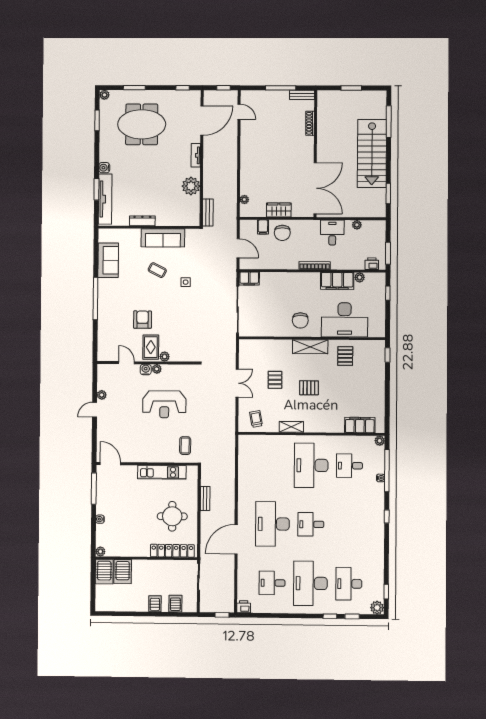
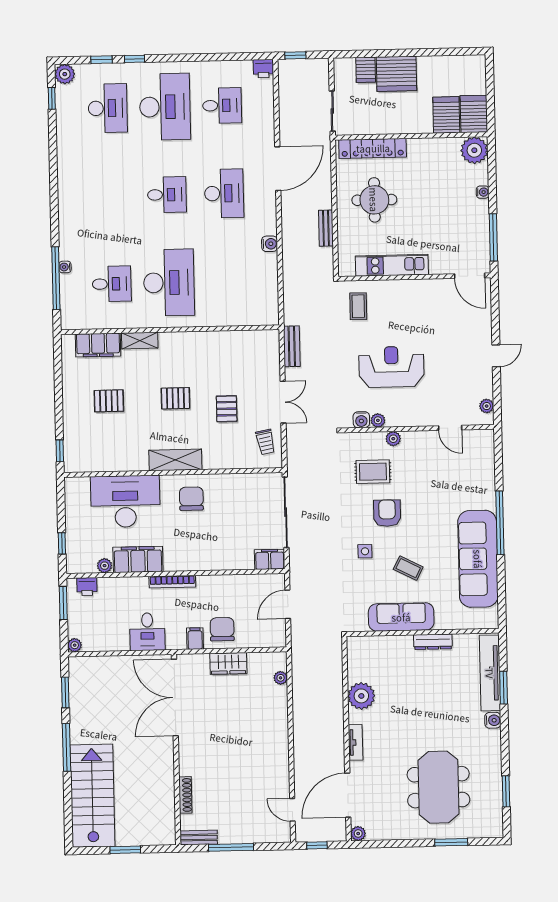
window: (183, 88) -> (378, 844), removed
plant: (104, 95) -> (358, 834), moved
window: (389, 122) -> (66, 747), moved
meeting table: (142, 124) -> (438, 787), turned 90
stairs: (372, 153) -> (92, 796), moved
bench: (208, 213) -> (292, 346), moved
plant: (357, 225) -> (75, 645), moved
filing cabinet: (263, 227) -> (195, 639), moved
door: (238, 248) -> (288, 604), hinge flipped
sofa: (108, 260) -> (478, 559), width x1.85, depth x1.27
armchair: (143, 320) -> (387, 513), moved, turned 180
rug: (151, 347) -> (373, 472), moved, turned 90
pallet: (345, 356) -> (109, 401), moved, turned 90
plant: (157, 369) -> (378, 420), moved
water cooler: (146, 370) -> (361, 420), moved
double door: (237, 383) -> (283, 402), swing flipped
plant: (102, 395) -> (487, 406), moved
trolley: (256, 419) -> (265, 442), moved
shelving: (291, 427) -> (140, 341), moved
plant: (380, 441) -> (68, 322), removed
water cooler: (243, 489) -> (270, 244), added
window: (387, 516) -> (54, 210), removed
desk: (272, 524) -> (224, 193), width x0.73, depth x0.77
plant: (100, 551) -> (474, 150), width x1.88, depth x1.88
server rack: (155, 604) -> (396, 74), width x2.18, depth x1.44

